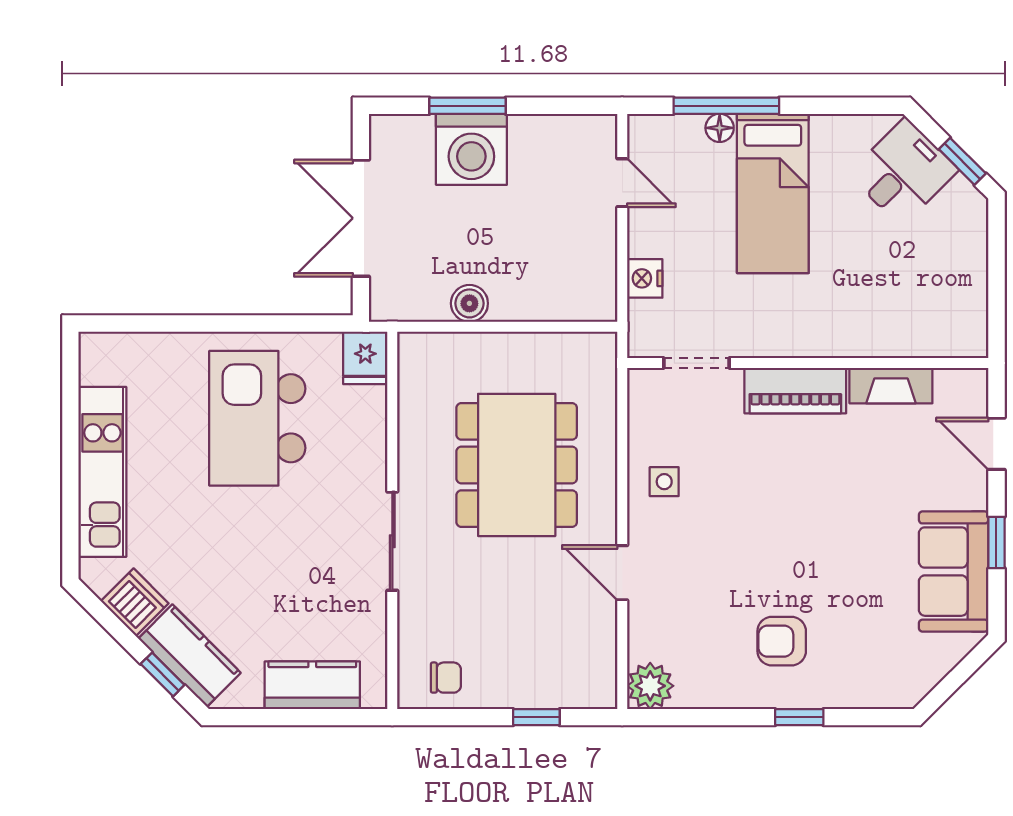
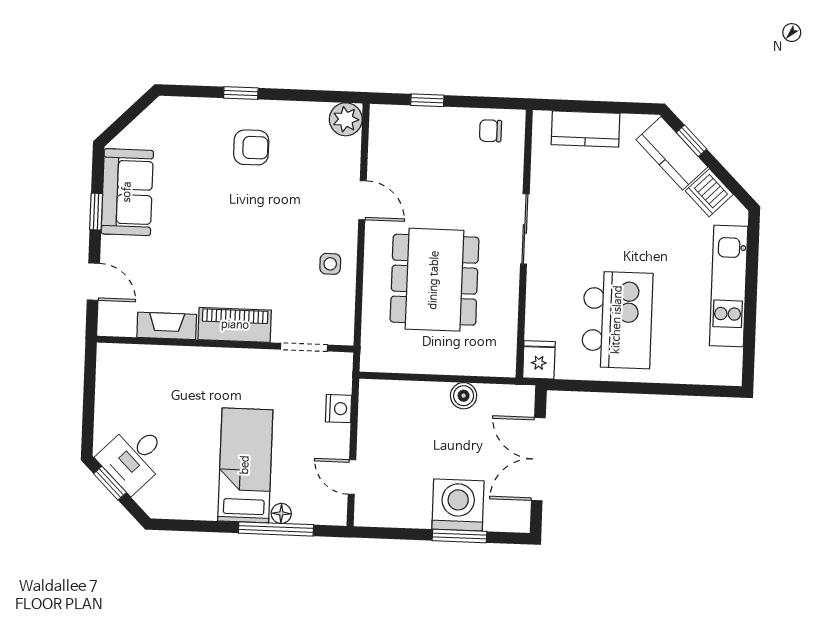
desk: (903, 172) -> (134, 457), moved
double door: (361, 218) -> (538, 459), swing flipped

